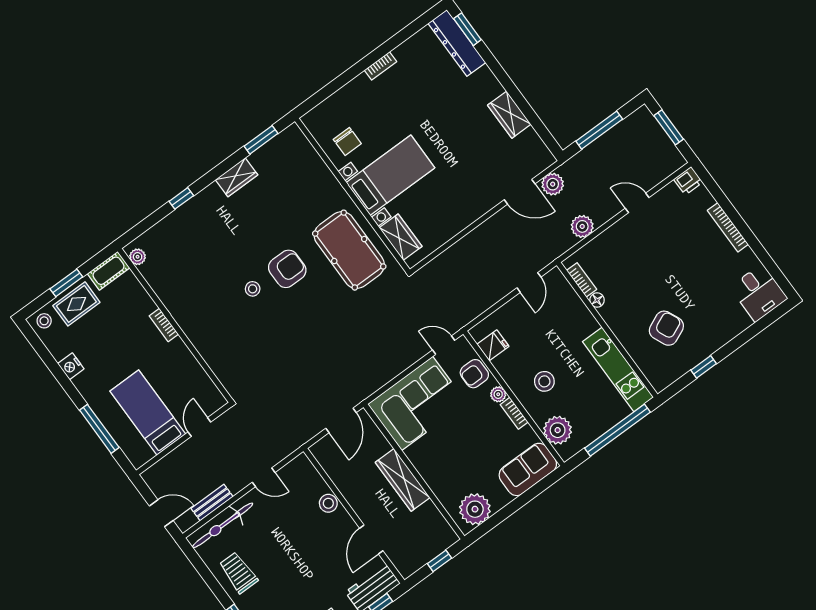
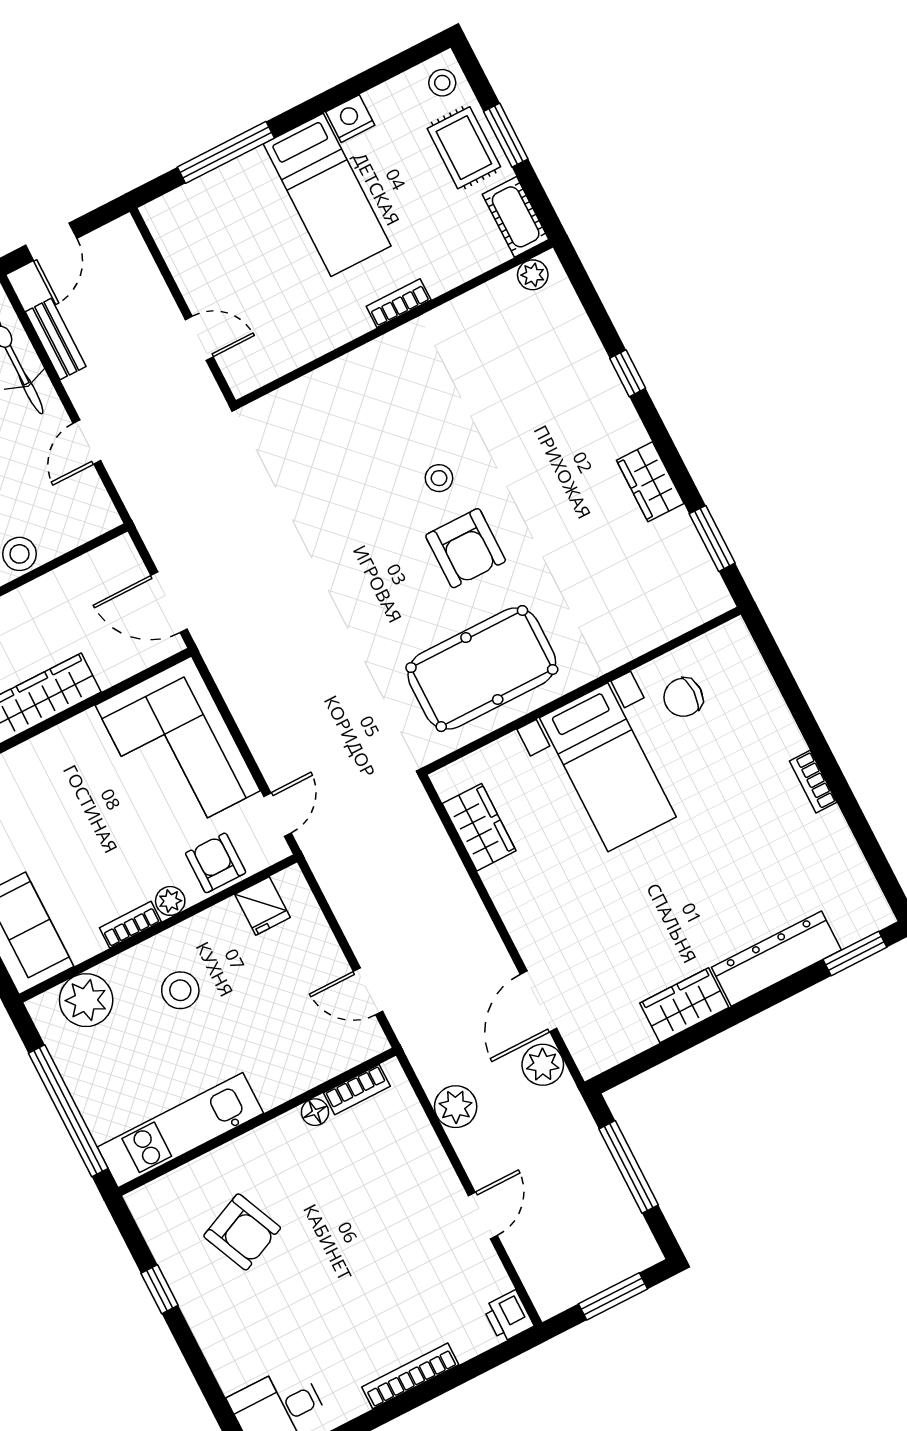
dresser: (457, 43) -> (776, 959), moved
wardrobe: (401, 237) -> (479, 827), moved, turned -90
bed: (148, 413) -> (327, 195), moved, turned 90

